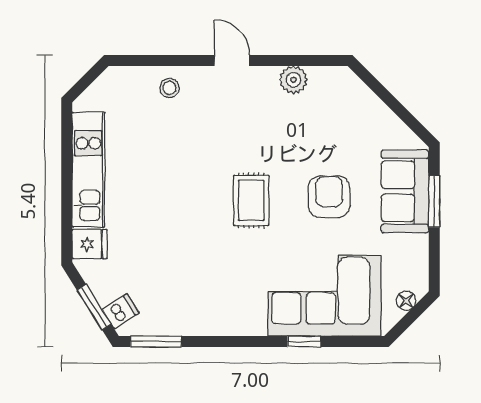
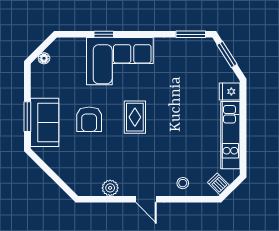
corner sofa: (324, 296) -> (120, 61), moved
dishwasher: (121, 311) -> (218, 184), moved, turned 77

